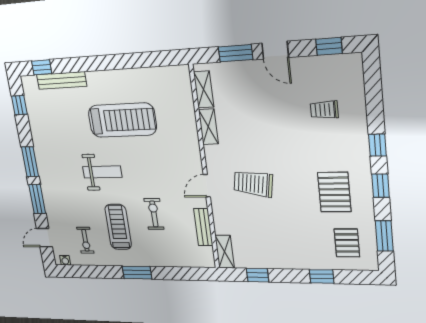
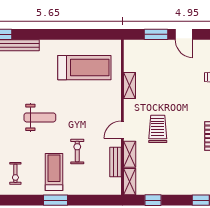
shelving: (204, 89) -> (130, 154), moved
treadmill: (122, 120) -> (84, 68), moved
trolley: (253, 184) -> (158, 129), turned 81
treadmill: (118, 227) -> (54, 172), moved

